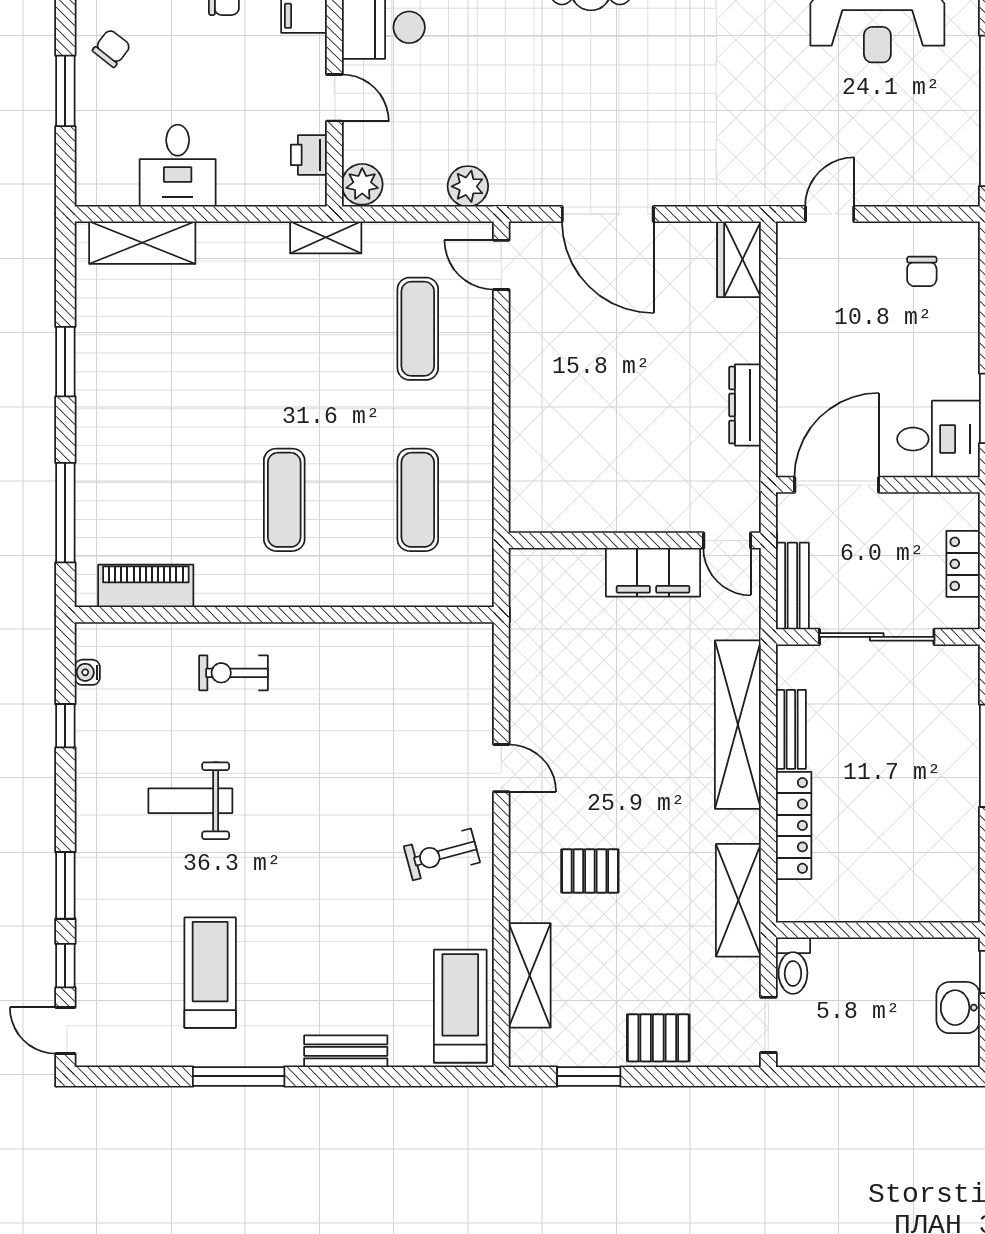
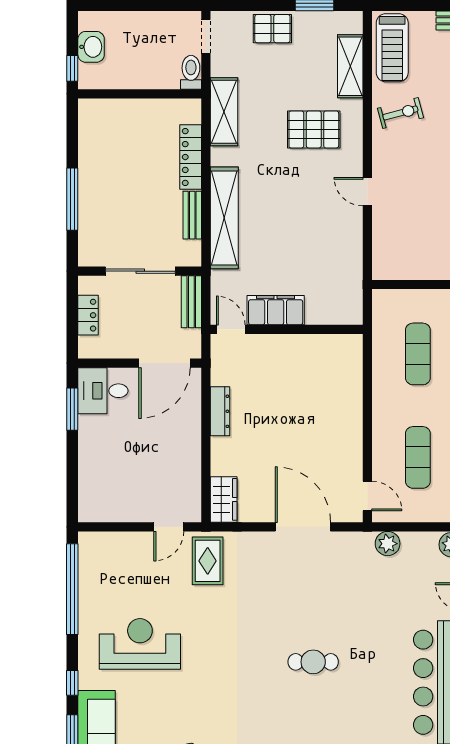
rug: (766, 158) -> (208, 561), added
chair: (922, 271) -> (113, 492), removed
exercise bike: (442, 854) -> (400, 113), moved
pallet: (590, 871) -> (314, 129), width x1.50, depth x1.42

